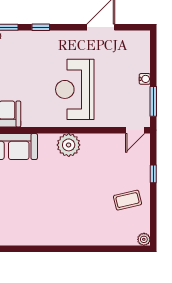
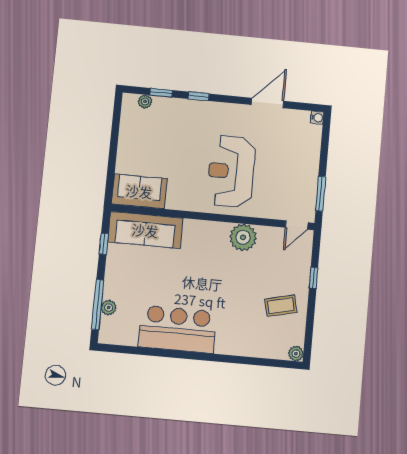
water cooler: (145, 79) -> (317, 118), moved
plant: (69, 145) -> (243, 237), moved
bar counter: (42, 228) -> (178, 329), added

